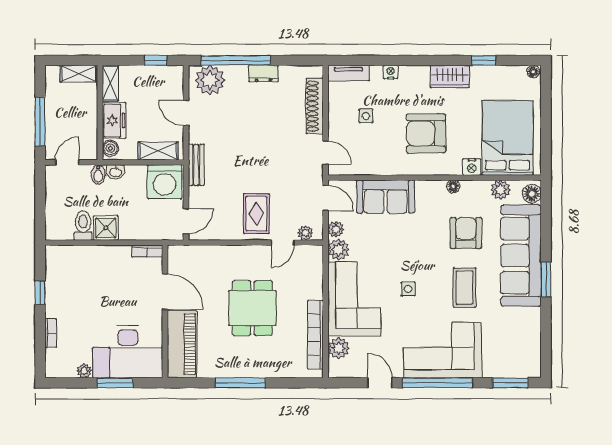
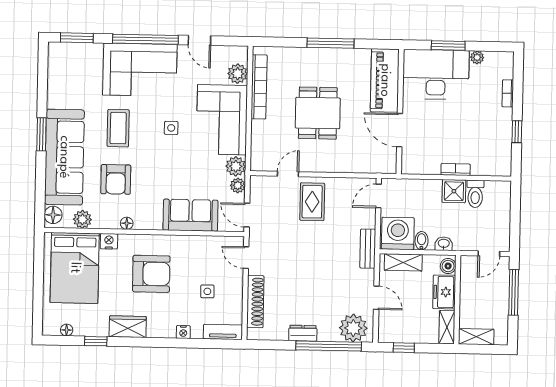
floor lamp: (533, 72) -> (67, 330), moved
bidet: (98, 175) -> (422, 241), moved
plant: (305, 233) -> (267, 183), removed
bookcase: (147, 251) -> (456, 169), moved

